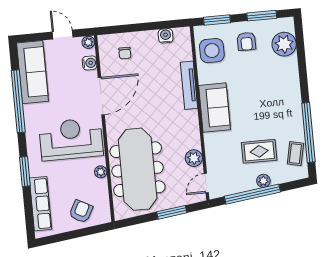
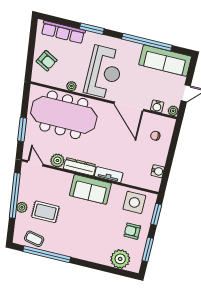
tv unit: (189, 85) -> (109, 175), width x0.71
dresser: (192, 129) -> (80, 167), added
rug: (259, 151) -> (45, 212), turned 90

